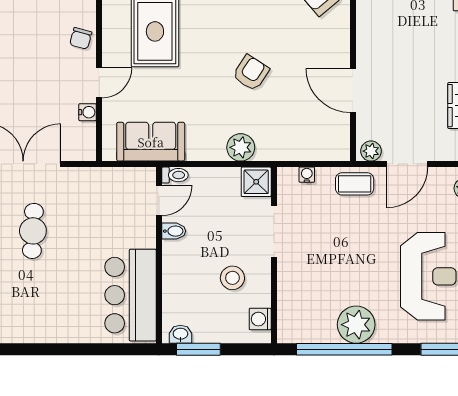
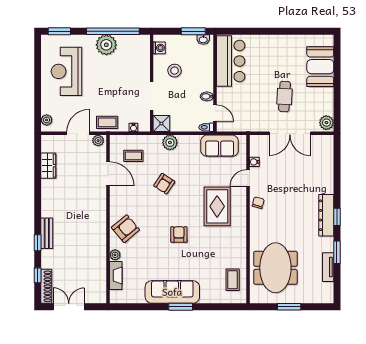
coffee table: (307, 123) -> (133, 156), added
door: (159, 200) -> (215, 113), swing flipped

